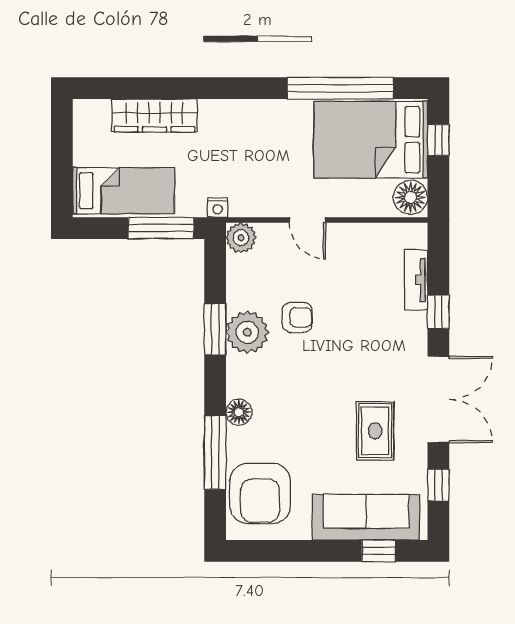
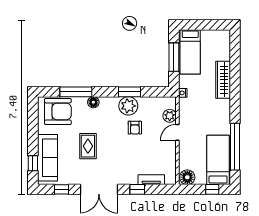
wardrobe: (154, 115) -> (223, 80), moved
bed: (371, 140) -> (218, 160), width x0.67
window: (161, 228) -> (174, 57), moved
plant: (241, 238) -> (170, 116), moved
rug: (375, 431) -> (88, 146), moved, turned 90
armchair: (260, 493) -> (58, 111), turned 180

